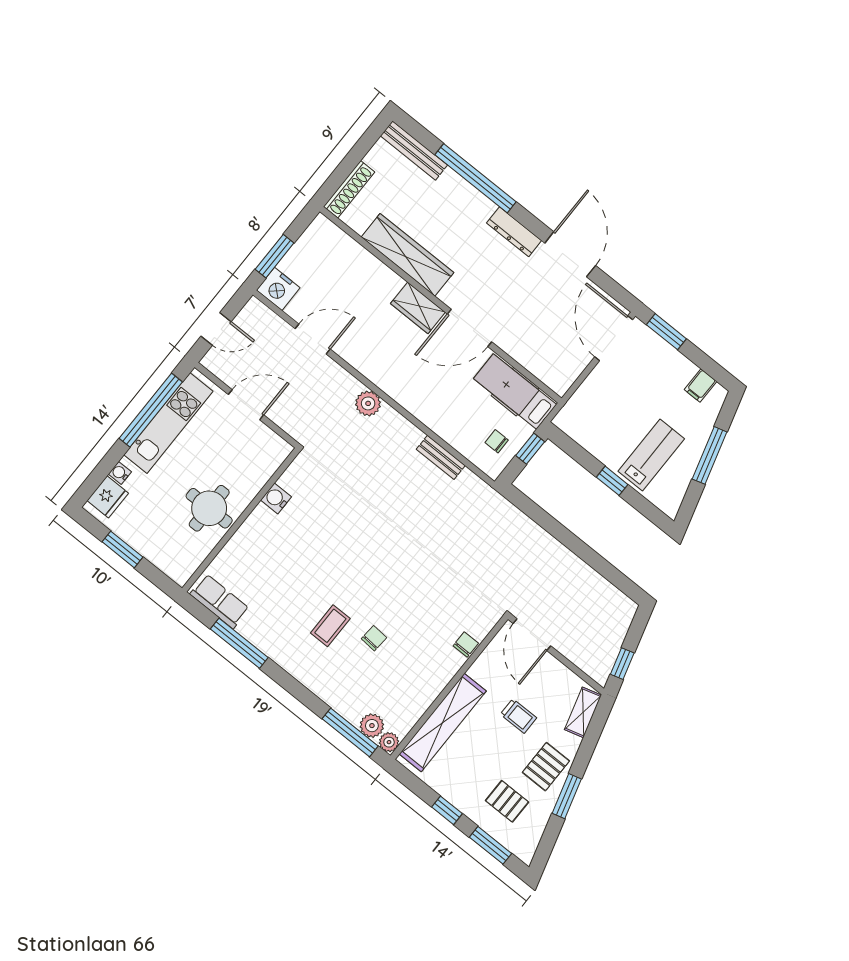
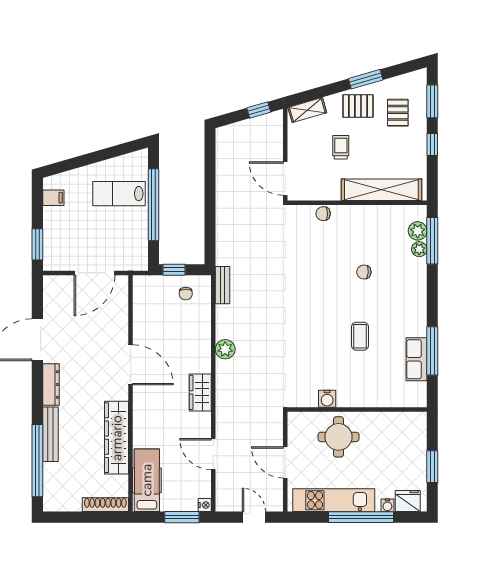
bench: (414, 150) -> (50, 434), moved
window: (476, 178) -> (37, 461), moved
nightstand: (278, 289) -> (205, 505), width x0.53, depth x0.56
wardrobe: (418, 308) -> (200, 392), moved, turned 180
door: (614, 338) -> (94, 273), moved
hospital bed: (515, 392) -> (147, 480), moved, turned 180
plant: (368, 403) -> (225, 349), moved
window: (151, 410) -> (361, 517), moved
window: (710, 455) -> (91, 158), removed
bench: (441, 457) -> (223, 285), moved
window: (612, 481) -> (154, 205), width x3.17
round table: (209, 508) -> (338, 437), moved
row of seats: (220, 601) -> (416, 359), moved
coffee table: (330, 626) -> (360, 336), moved, turned 90
door: (532, 635) -> (285, 179), swing flipped
plant: (389, 742) -> (419, 249), moved

